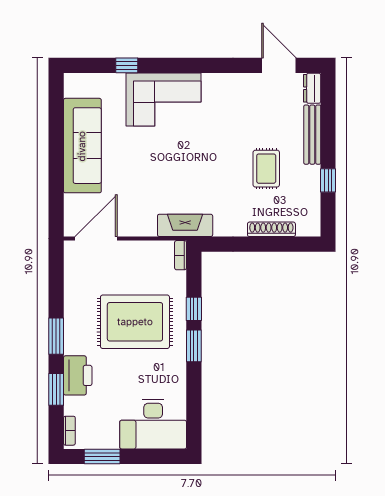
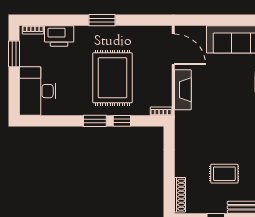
fireplace: (185, 225) -> (183, 90), moved
shoe rack: (271, 229) -> (180, 195), moved
printer: (78, 375) -> (59, 36), moved
window: (56, 389) -> (63, 20), removed

